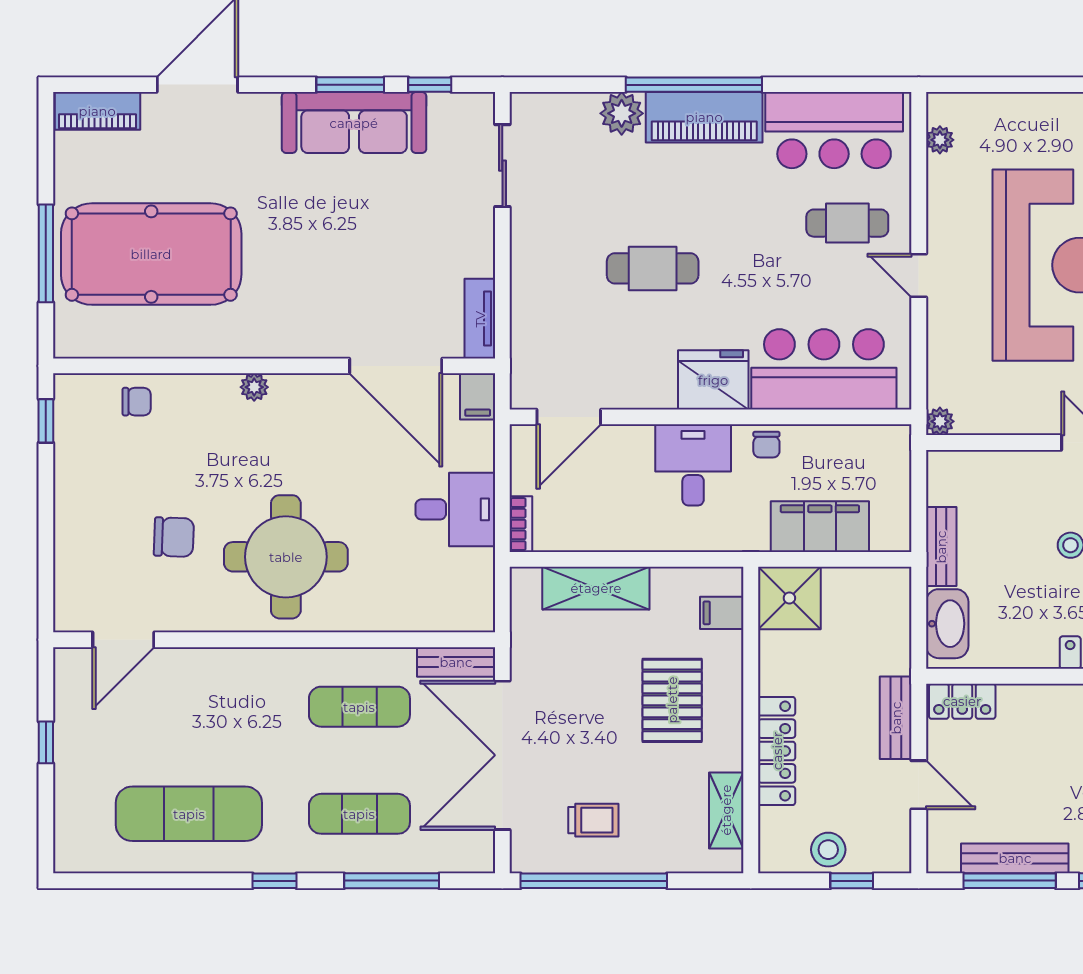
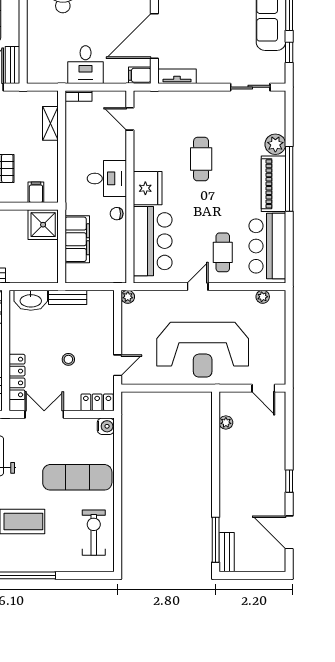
door: (569, 417) -> (130, 119), width x0.73
shelving: (596, 588) -> (50, 123), width x0.67, depth x0.75

